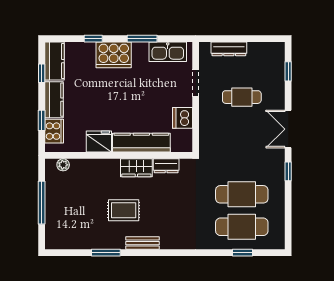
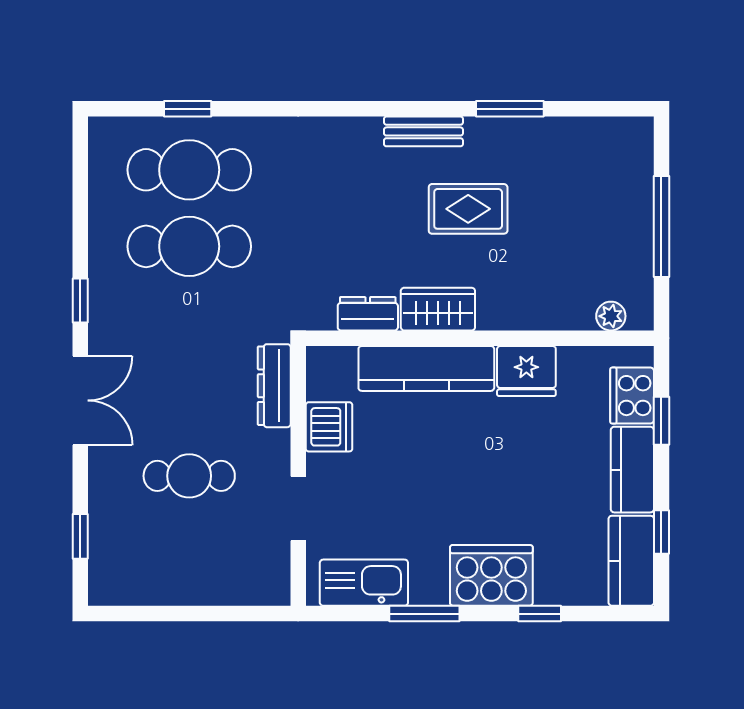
dresser: (229, 49) -> (274, 386), moved, turned -90

